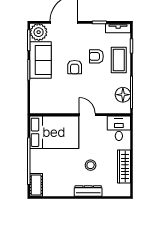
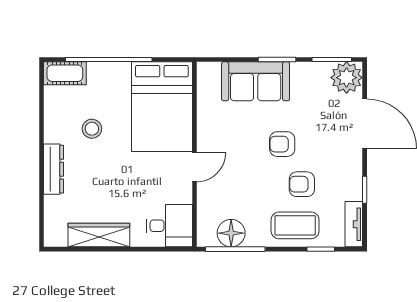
armchair: (96, 56) -> (302, 184), turned -90
sofa: (41, 60) -> (256, 81), moved
stool: (91, 165) -> (92, 129), moved

